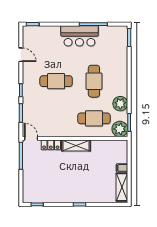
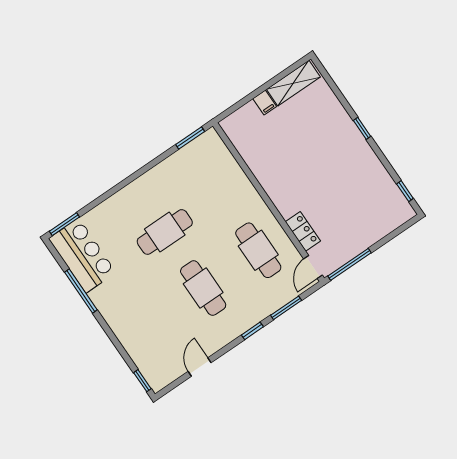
bar counter: (79, 36) -> (82, 256), moved
plant: (120, 104) -> (171, 170), removed
cafe table: (94, 118) -> (258, 250), moved
plant: (120, 129) -> (209, 145), removed
shelving: (76, 145) -> (278, 193), removed

